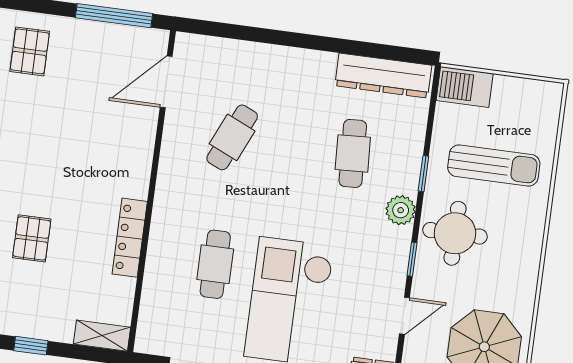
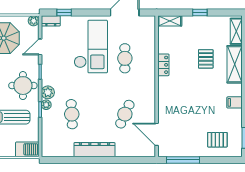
pallet: (30, 51) -> (217, 140), turned 90
dresser: (383, 76) -> (94, 150), moved
door: (166, 82) -> (157, 134), swing flipped
plant: (408, 182) -> (46, 105), added
locker: (130, 238) -> (163, 65), width x0.66

